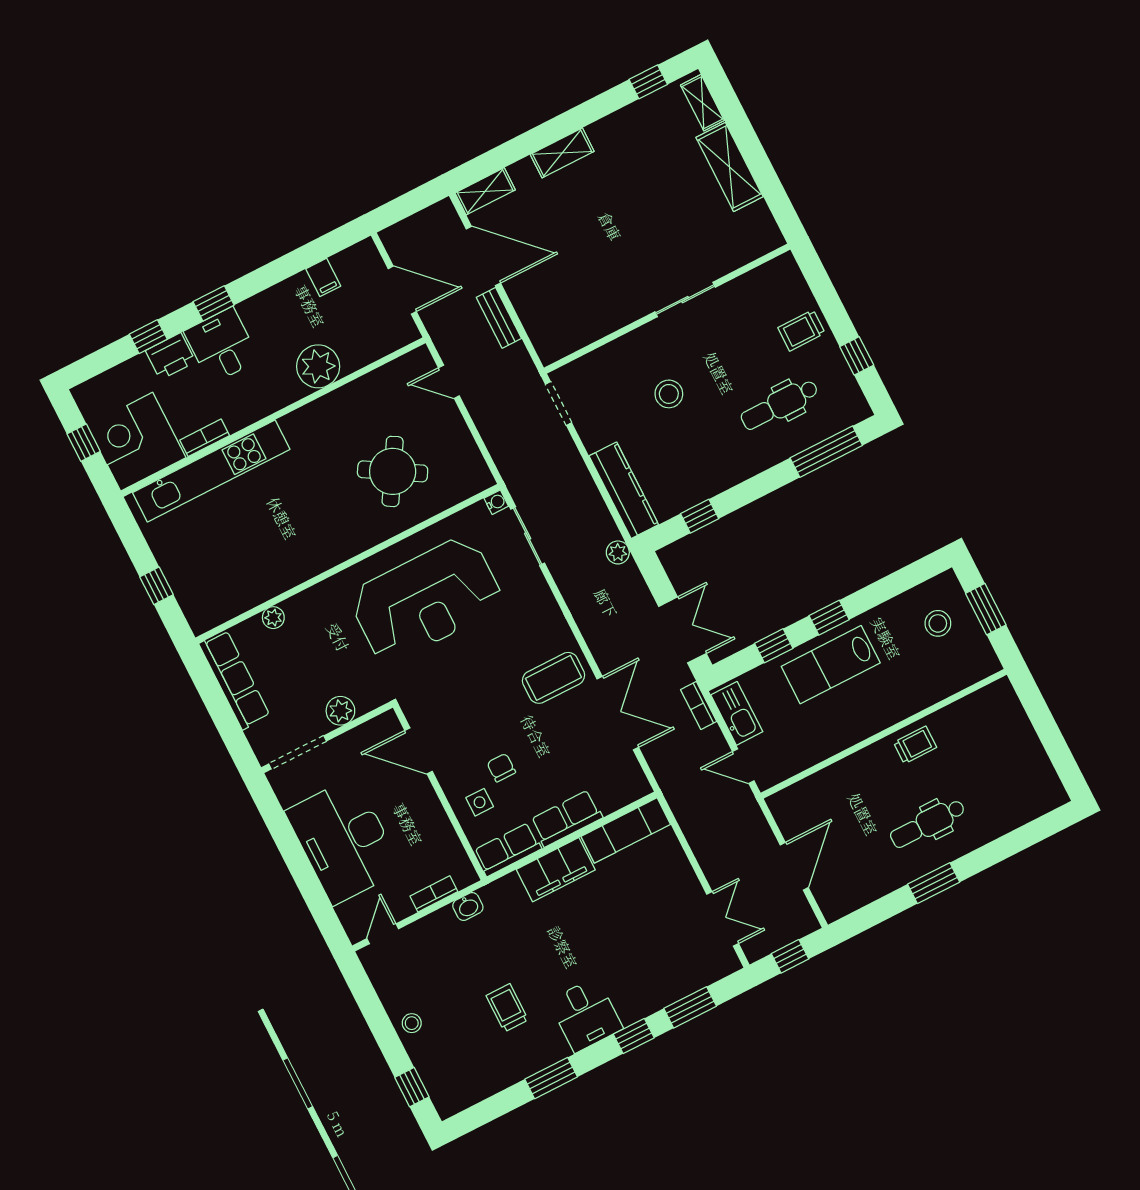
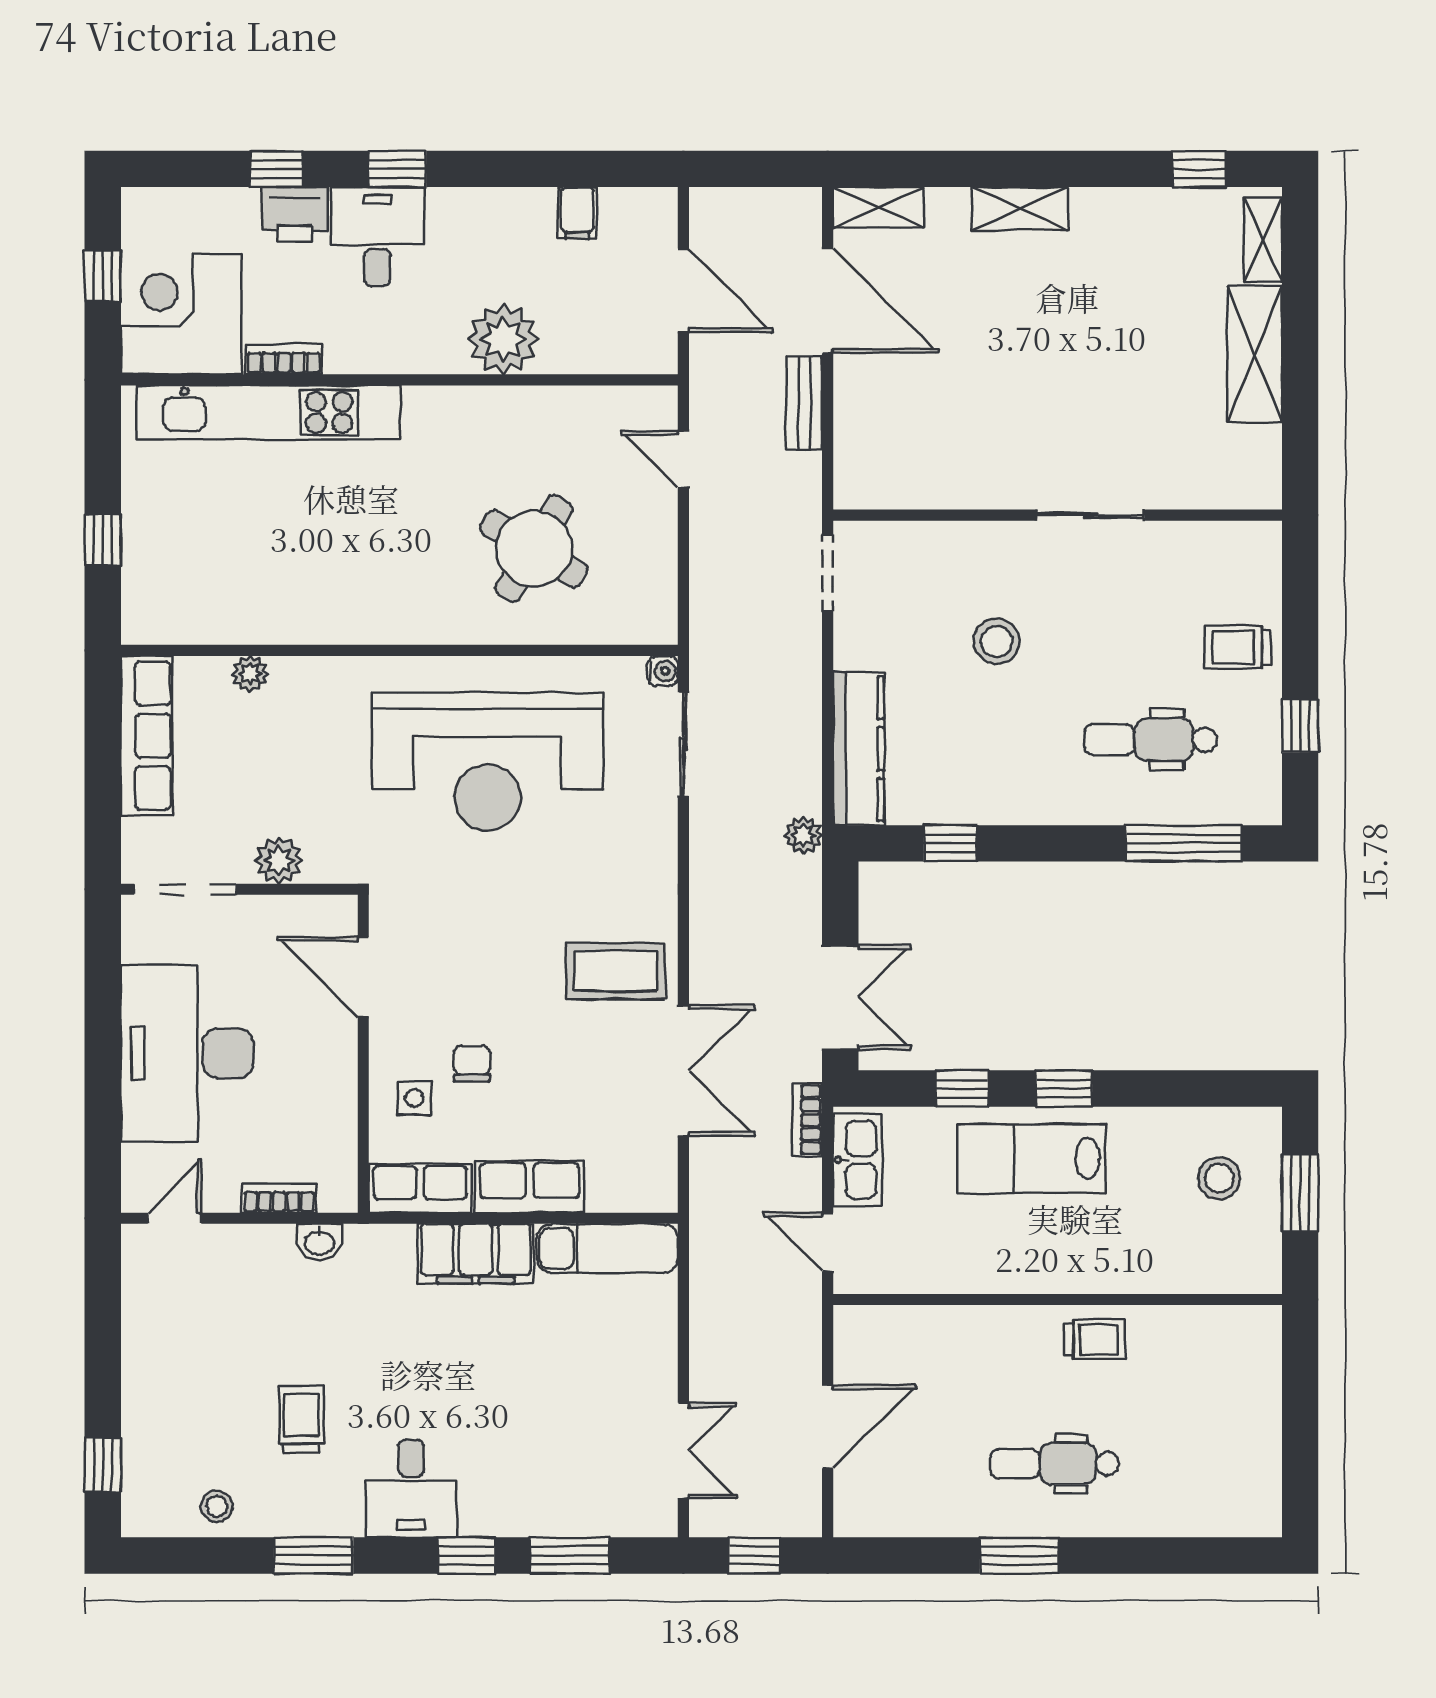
stool: (412, 1023) -> (217, 1506), moved

